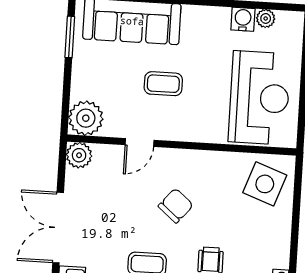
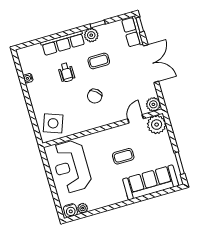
water cooler: (243, 19) -> (70, 210), moved
door: (140, 142) -> (136, 119), moved

